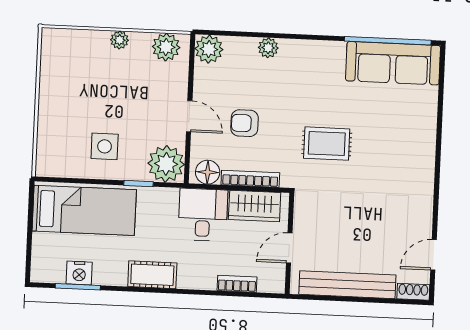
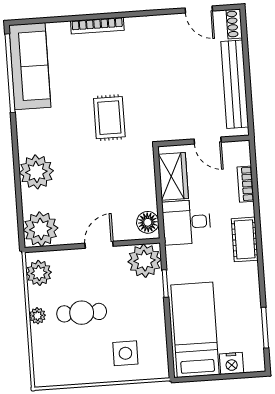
plant: (268, 48) -> (36, 172), width x1.88, depth x1.88
plant: (209, 49) -> (41, 229), width x1.36, depth x1.36
cafe table: (117, 89) -> (82, 313), added
armchair: (245, 123) -> (99, 194), removed
side table: (105, 146) -> (125, 353), moved
bookcase: (250, 179) -> (97, 26), moved, turned -90
nightstand: (79, 273) -> (232, 363), moved, turned 90
cot: (152, 275) -> (245, 239), moved

